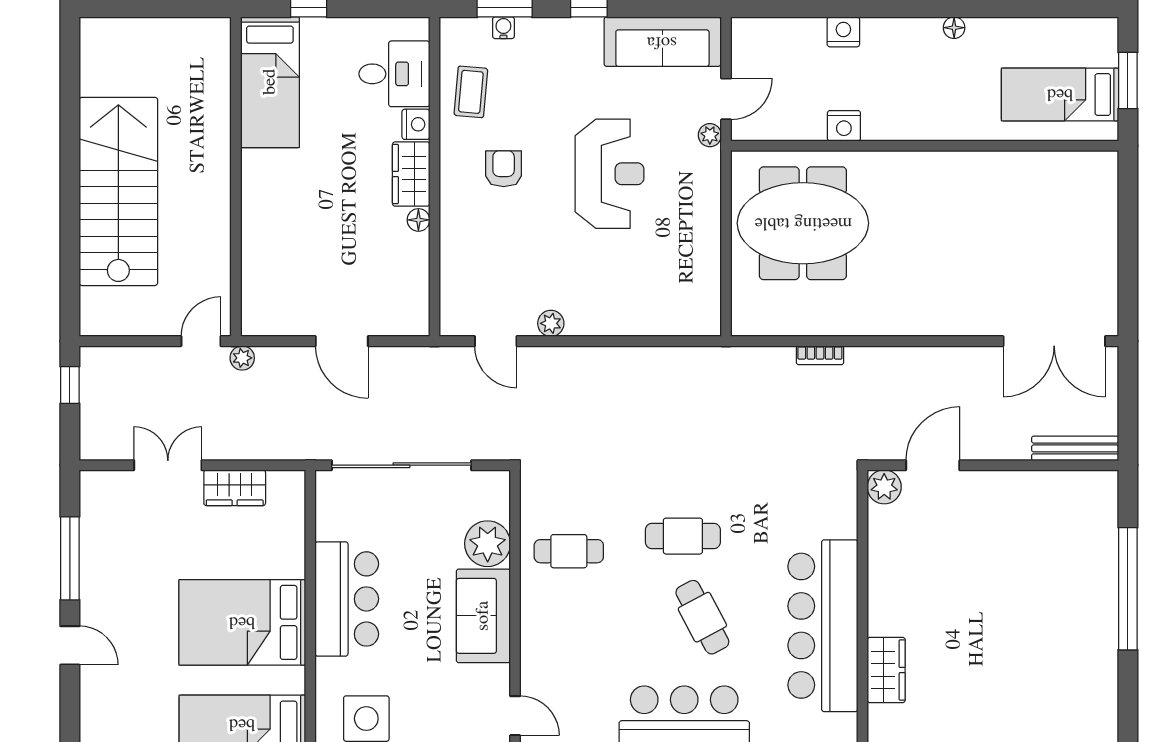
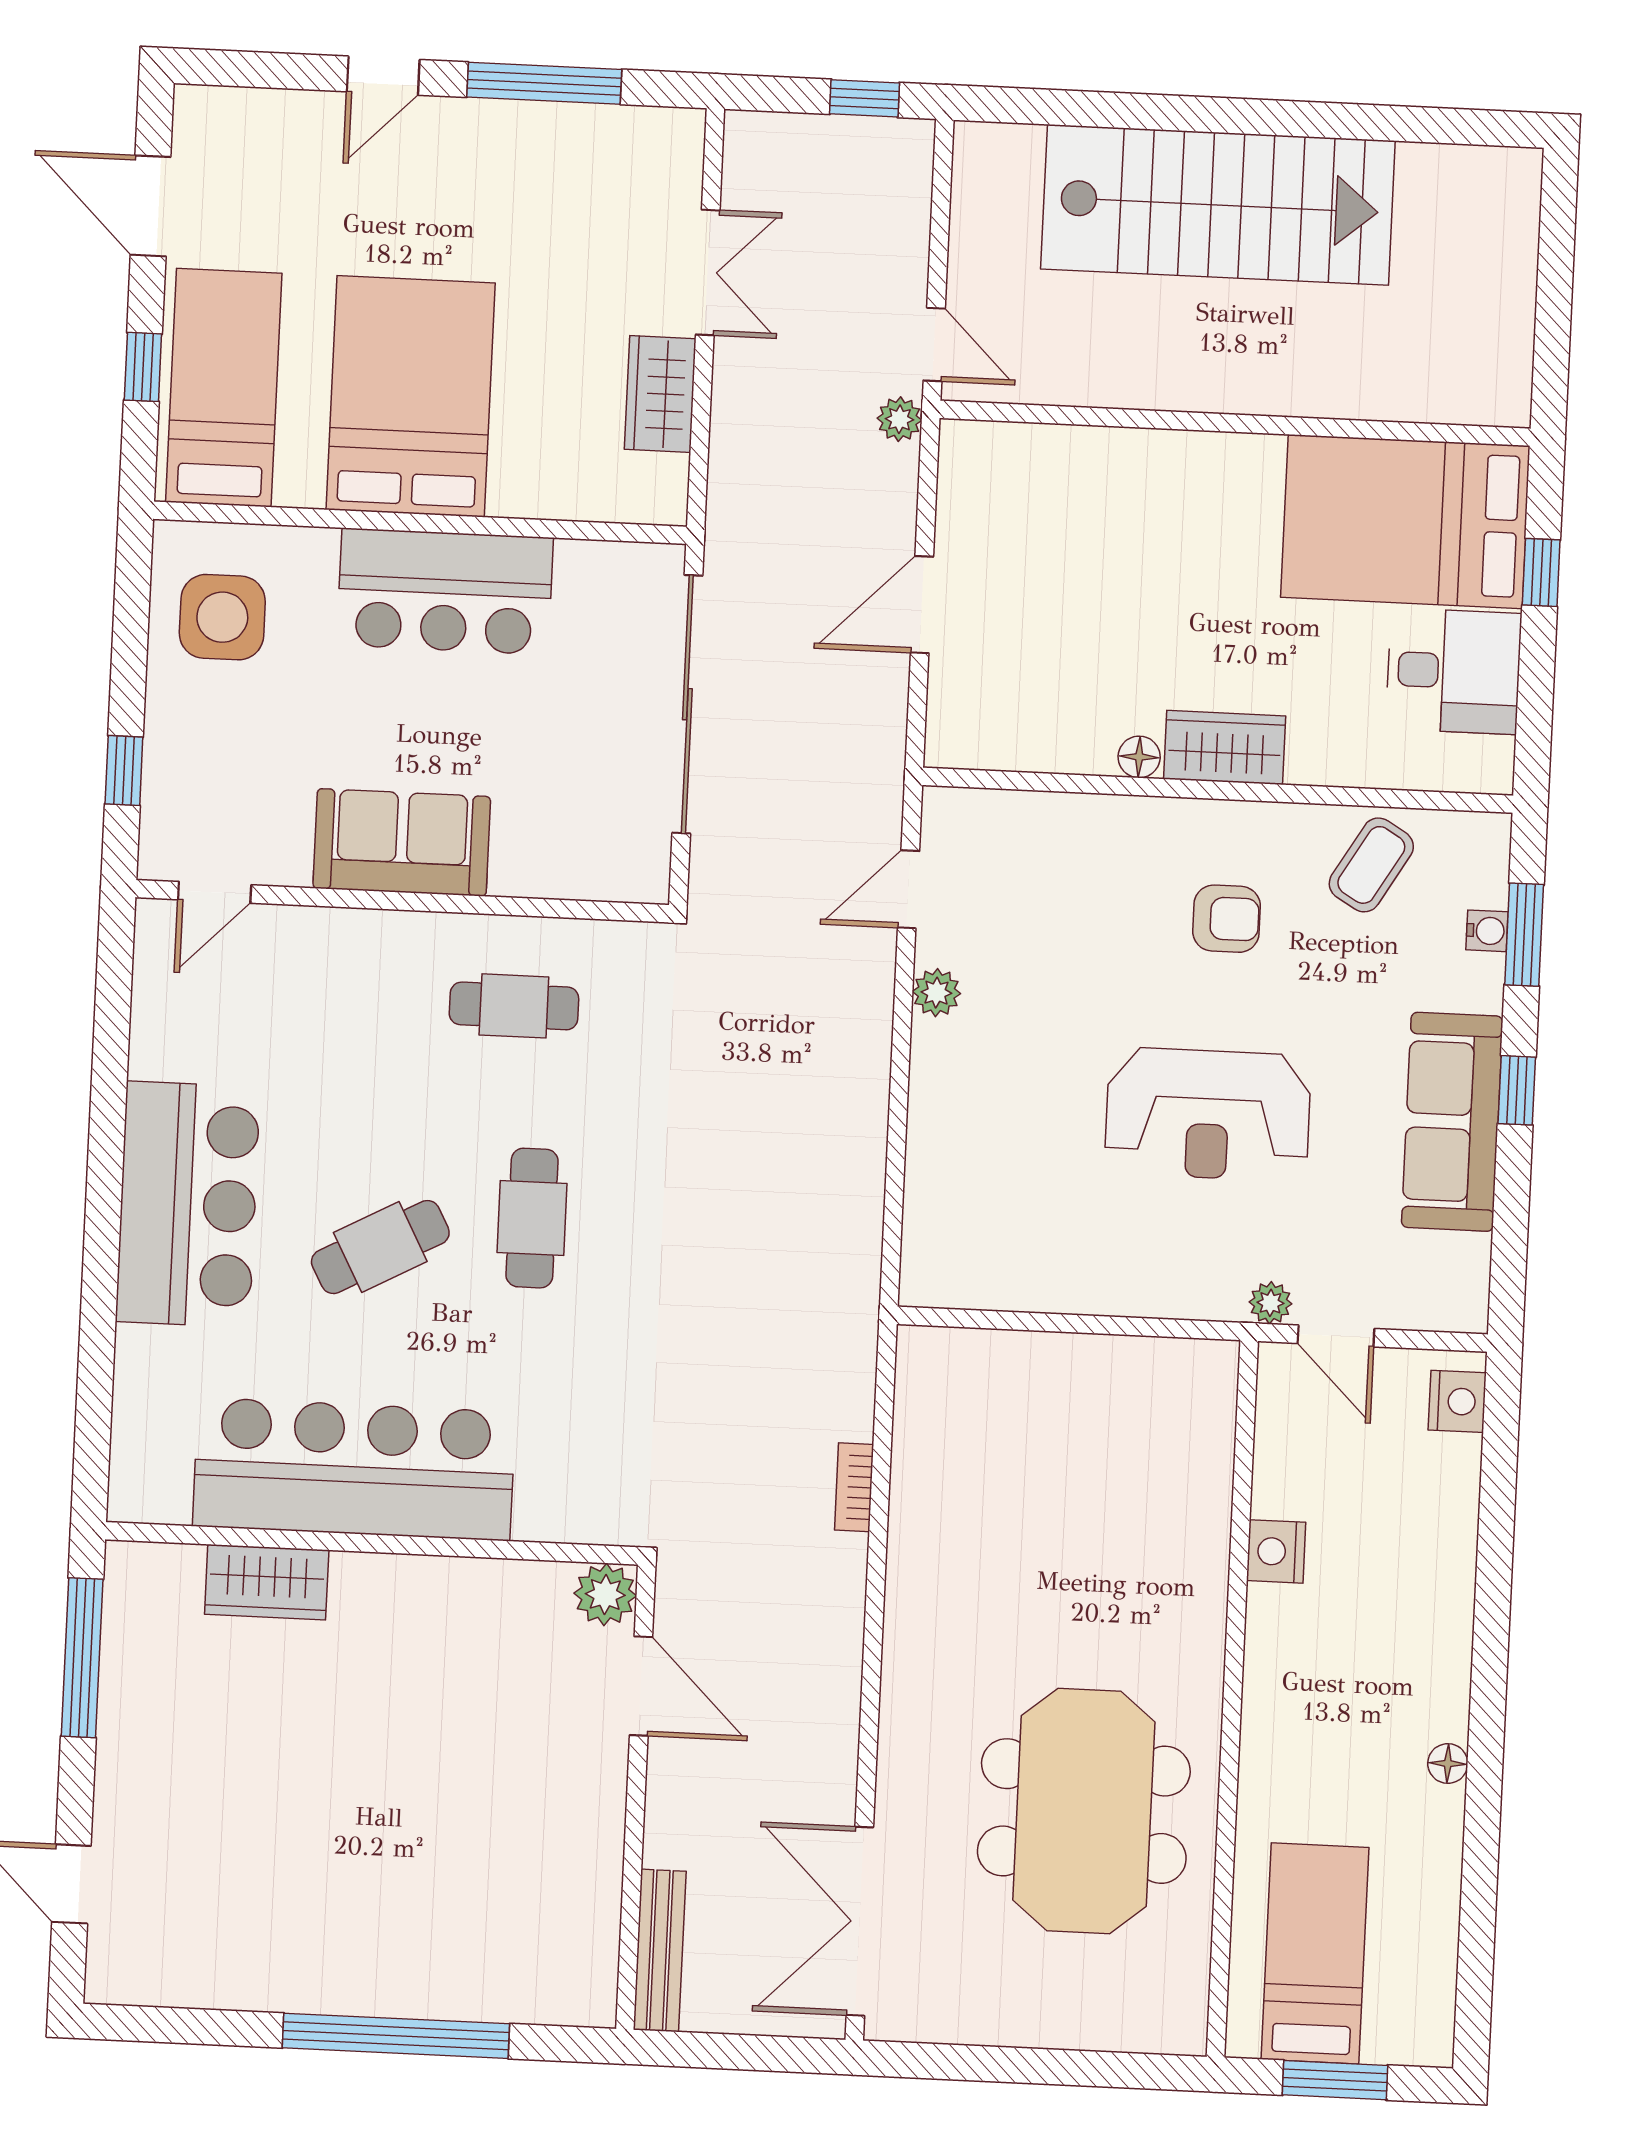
nightstand: (843, 32) -> (1457, 1401), moved
sofa: (662, 42) -> (1452, 1122), moved
desk: (394, 74) -> (1454, 671), moved, turned -90
bed: (270, 82) -> (1405, 522), width x1.50
coffee table: (471, 92) -> (1371, 865), turned -64
nightstand: (416, 124) -> (1316, 761), removed
meeting table: (803, 223) -> (1084, 1811), moved
plant: (488, 544) -> (535, 856), removed
cafe table: (569, 551) -> (514, 1006), turned 90

